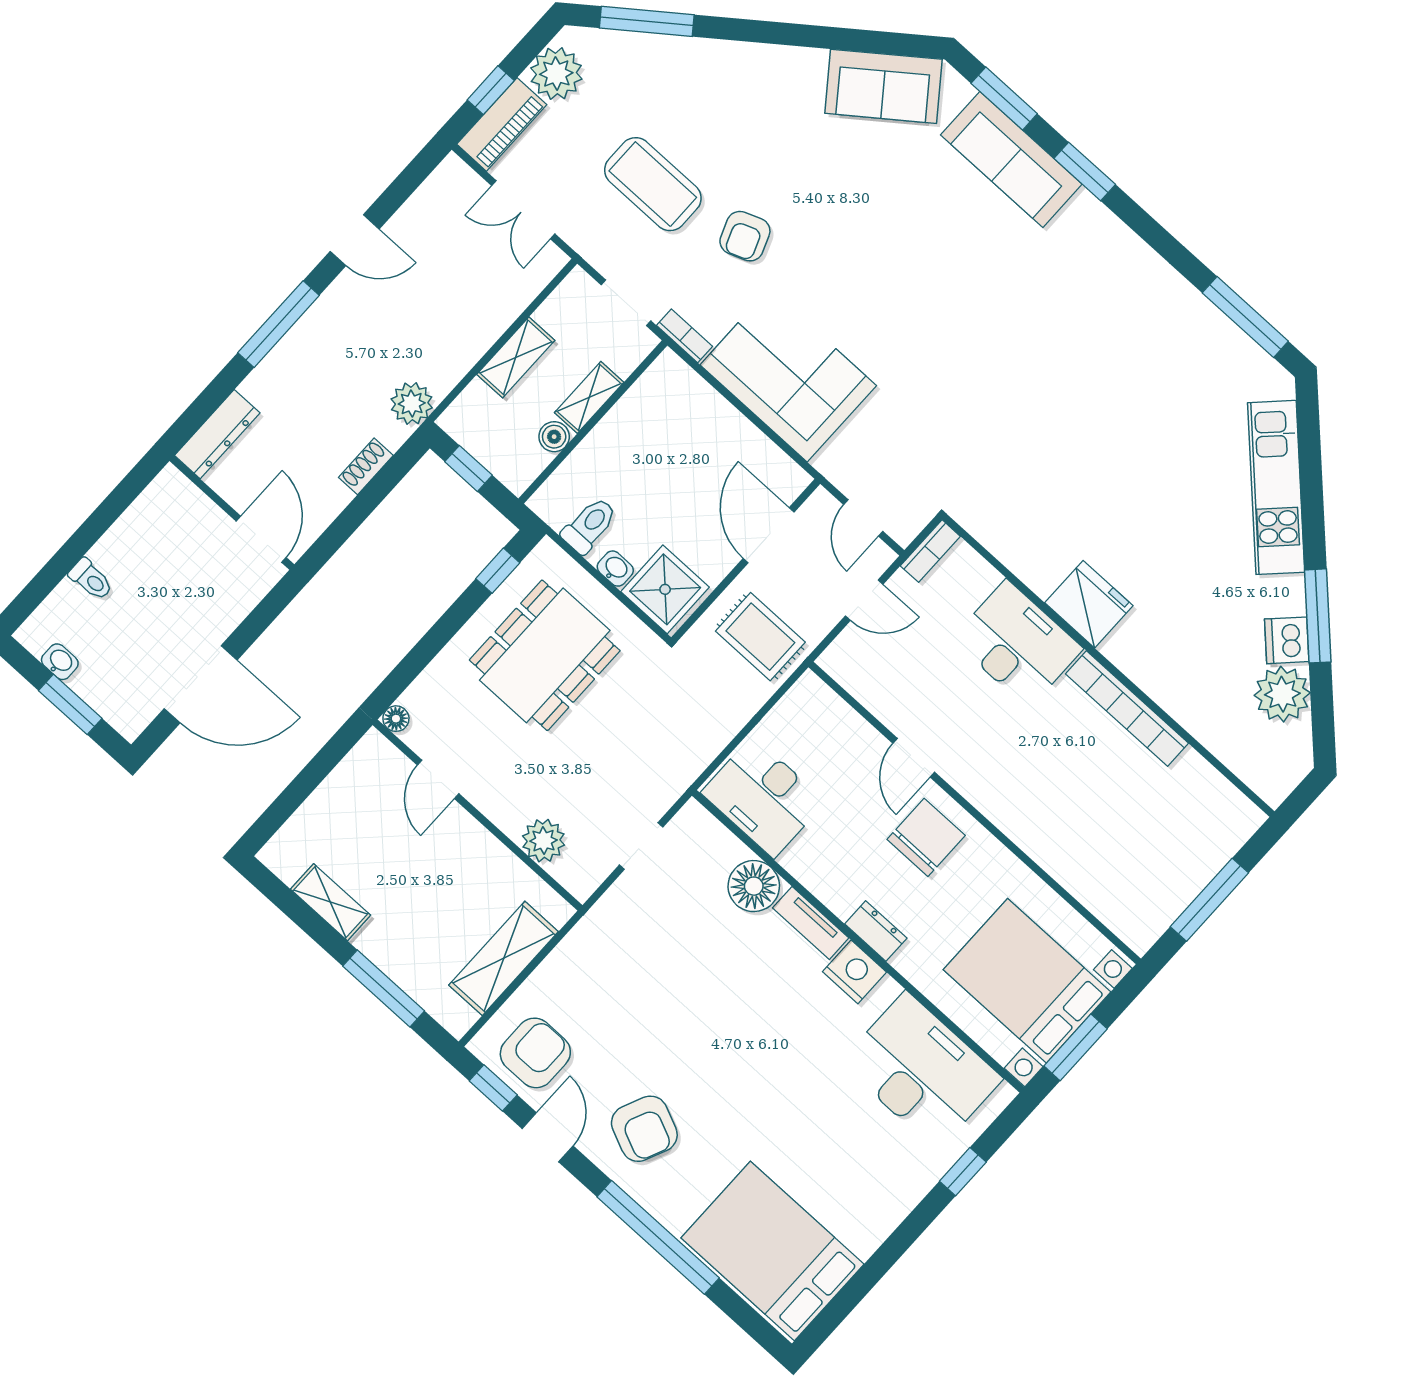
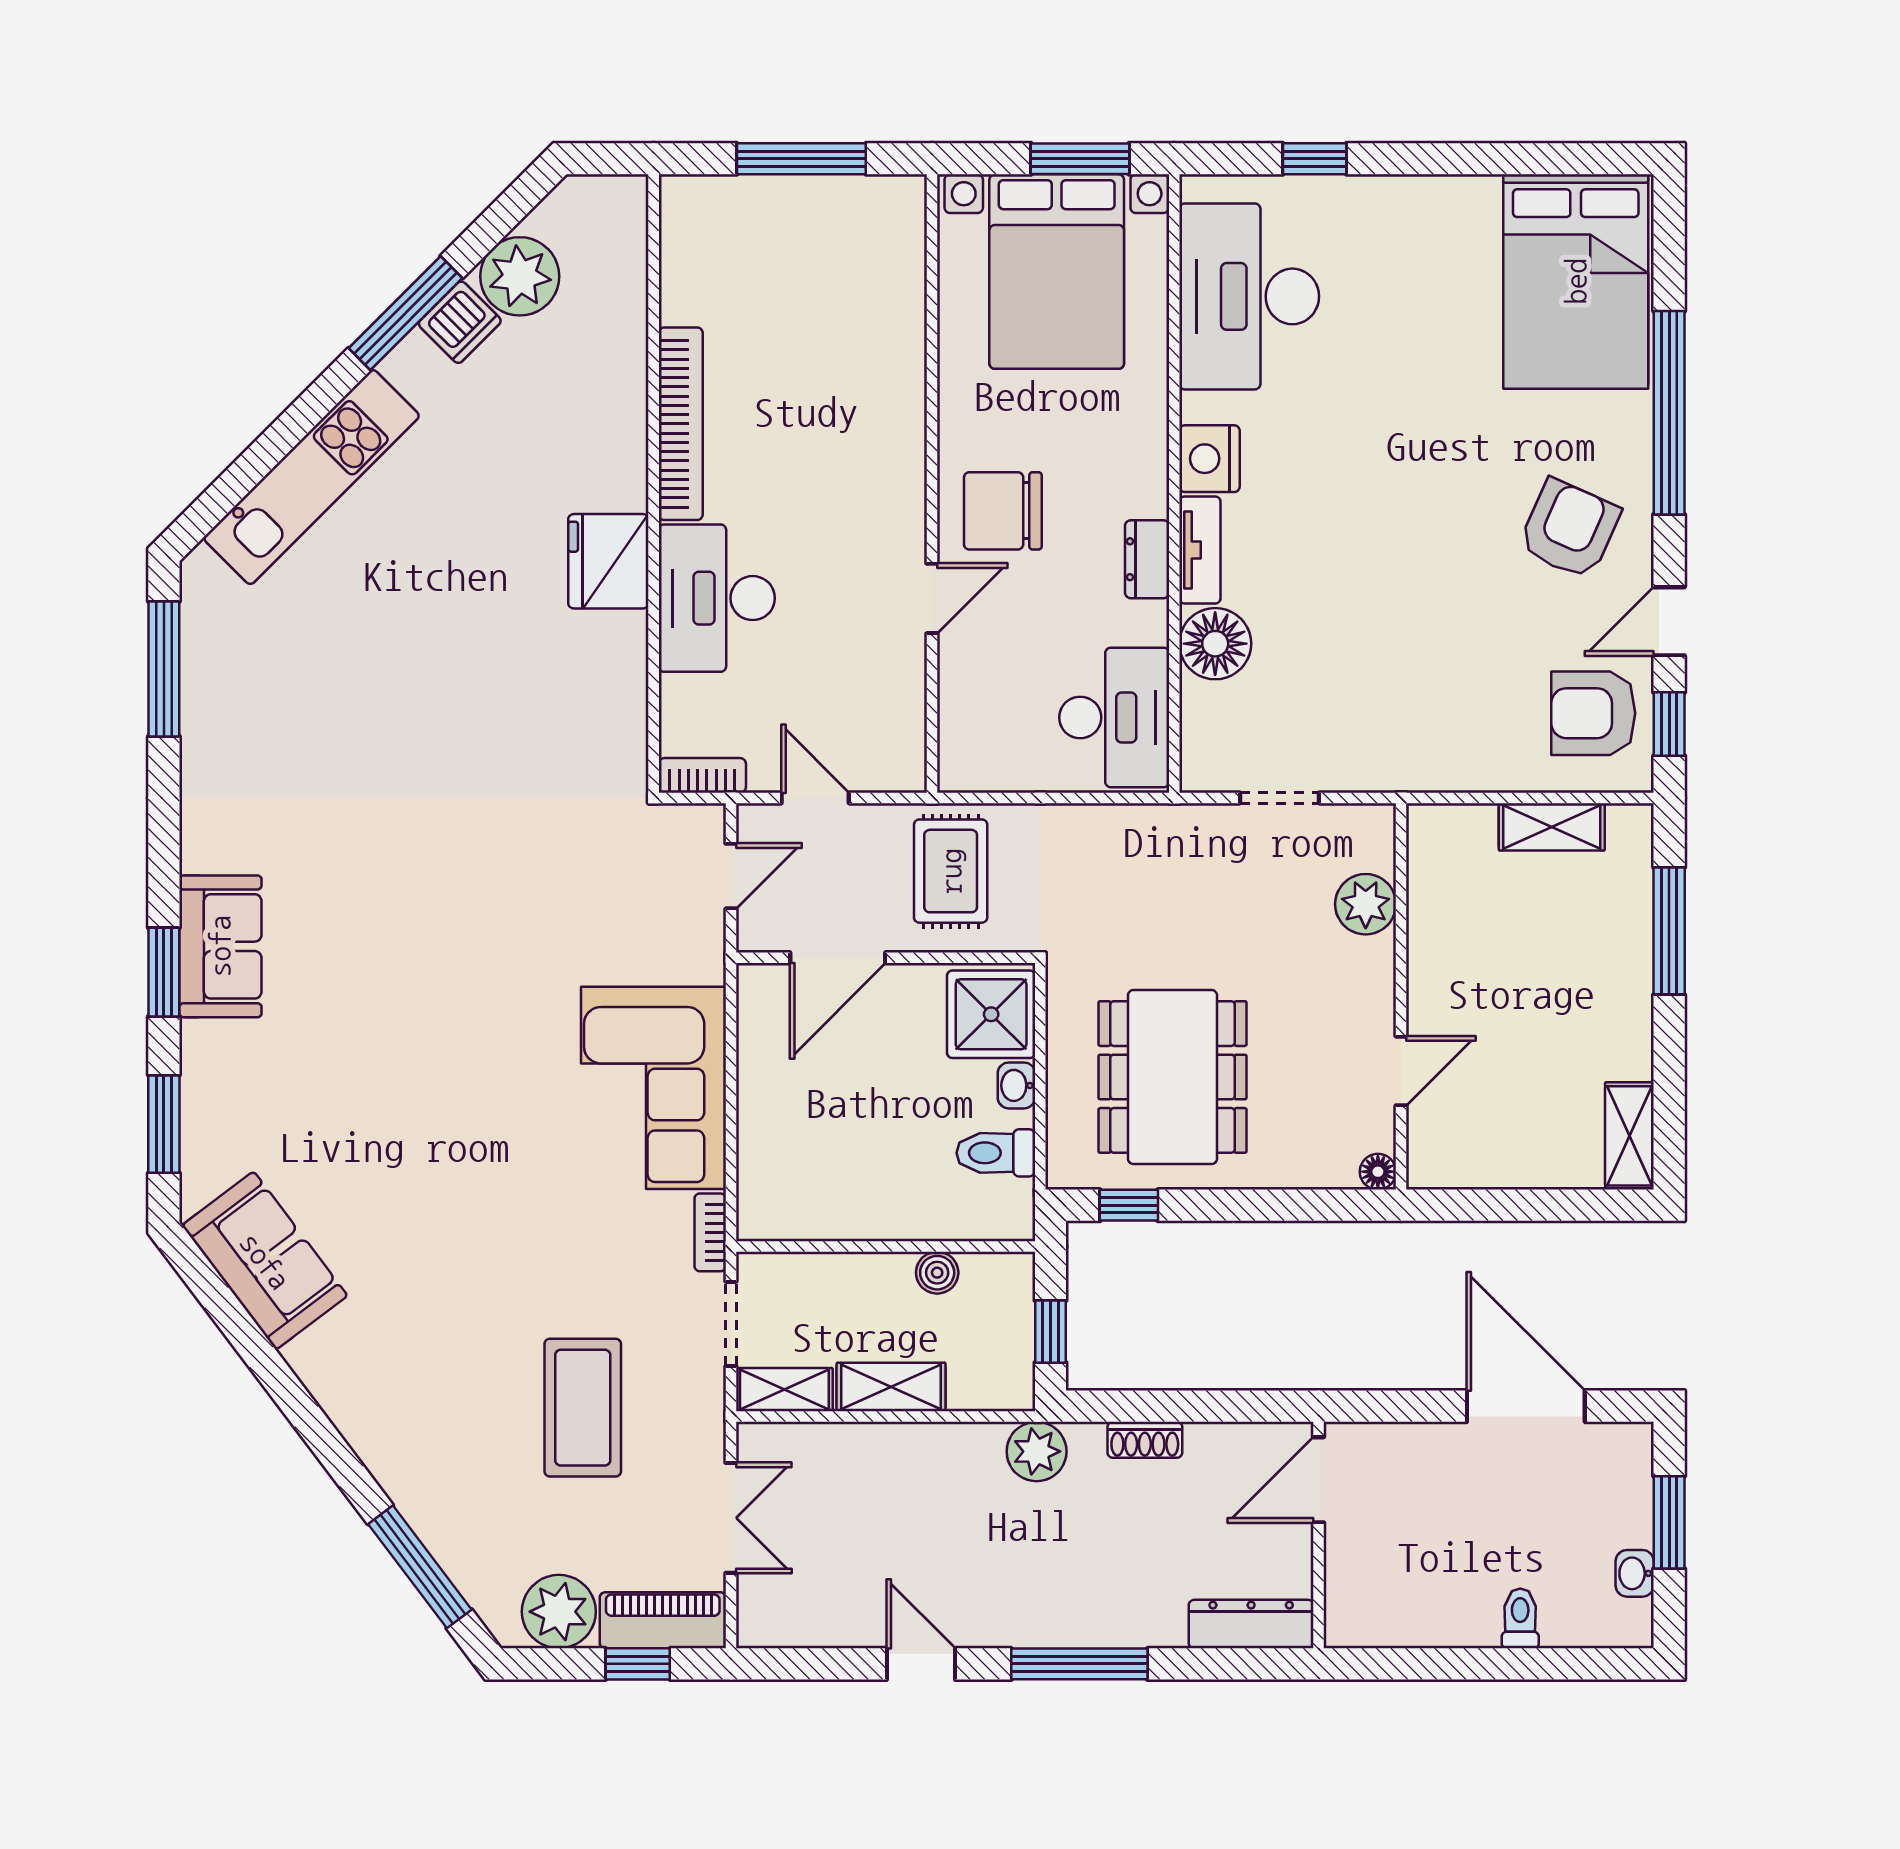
sofa: (1011, 159) -> (220, 946), moved, width x0.73
armchair: (745, 236) -> (550, 1263), removed
shelving: (589, 397) -> (784, 1390), moved
dining table: (545, 655) -> (1172, 1077), turned 90
shelving: (331, 902) -> (1629, 1136), moved
dresser: (876, 931) -> (1147, 559), moved
shelving: (504, 958) -> (1552, 827), width x0.67, depth x0.75

